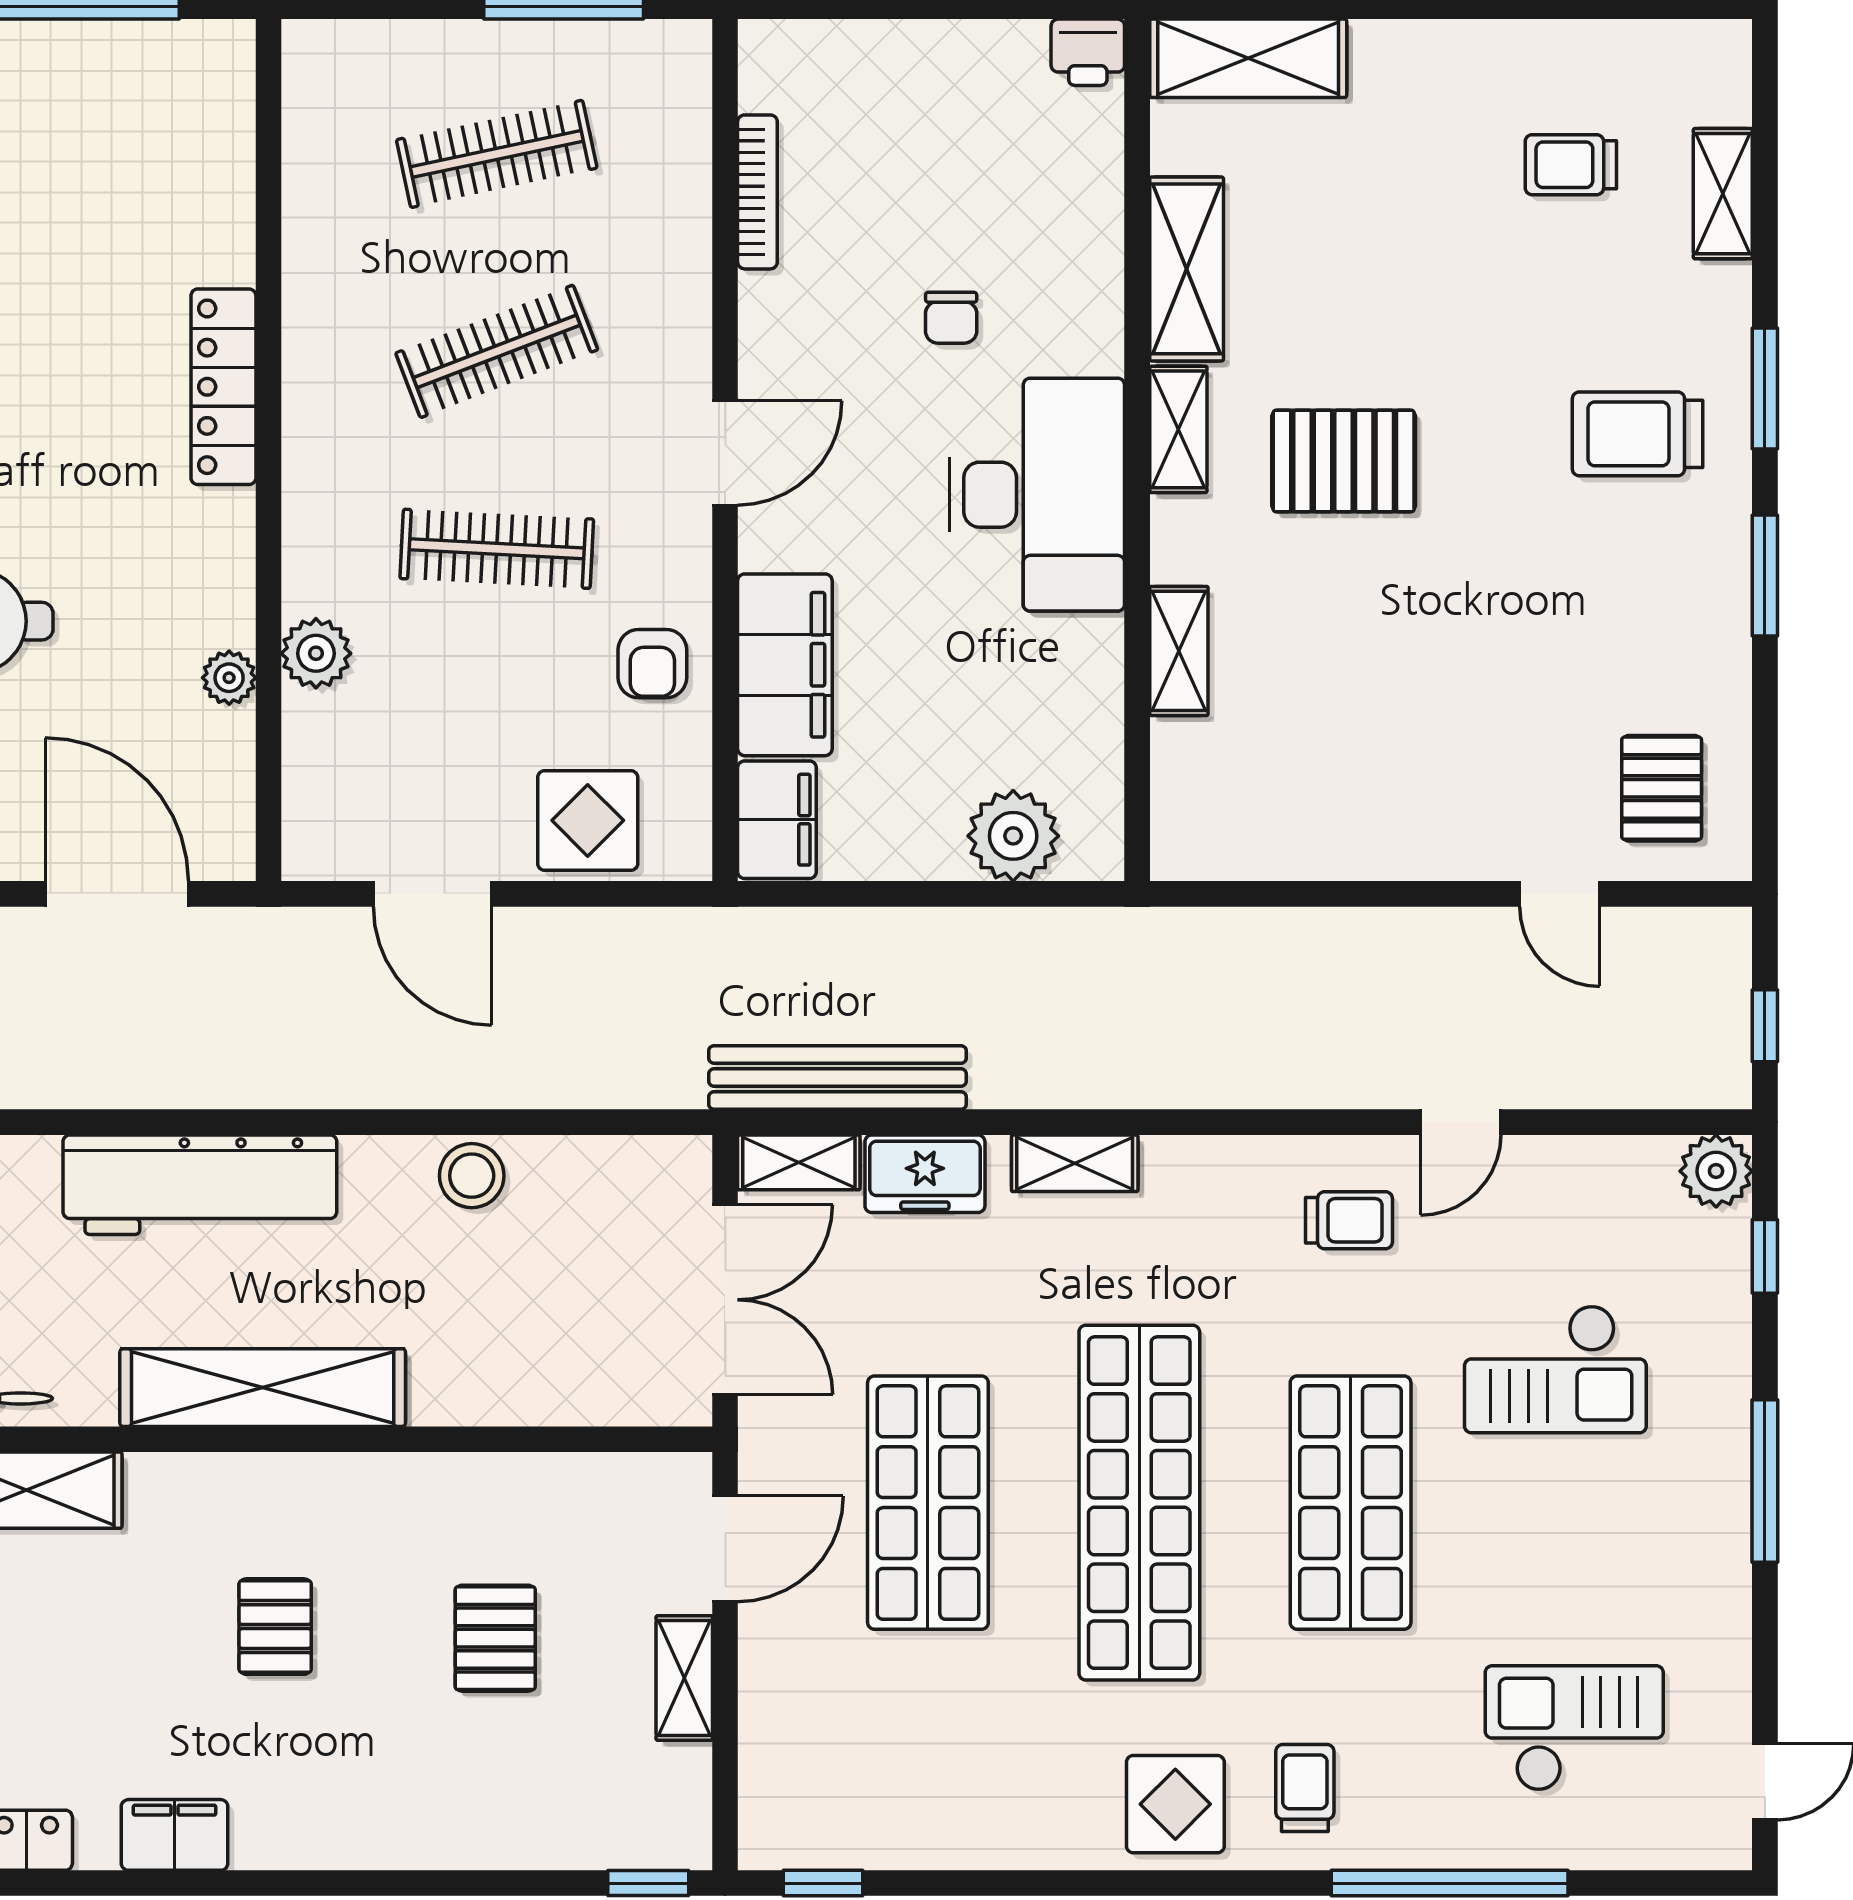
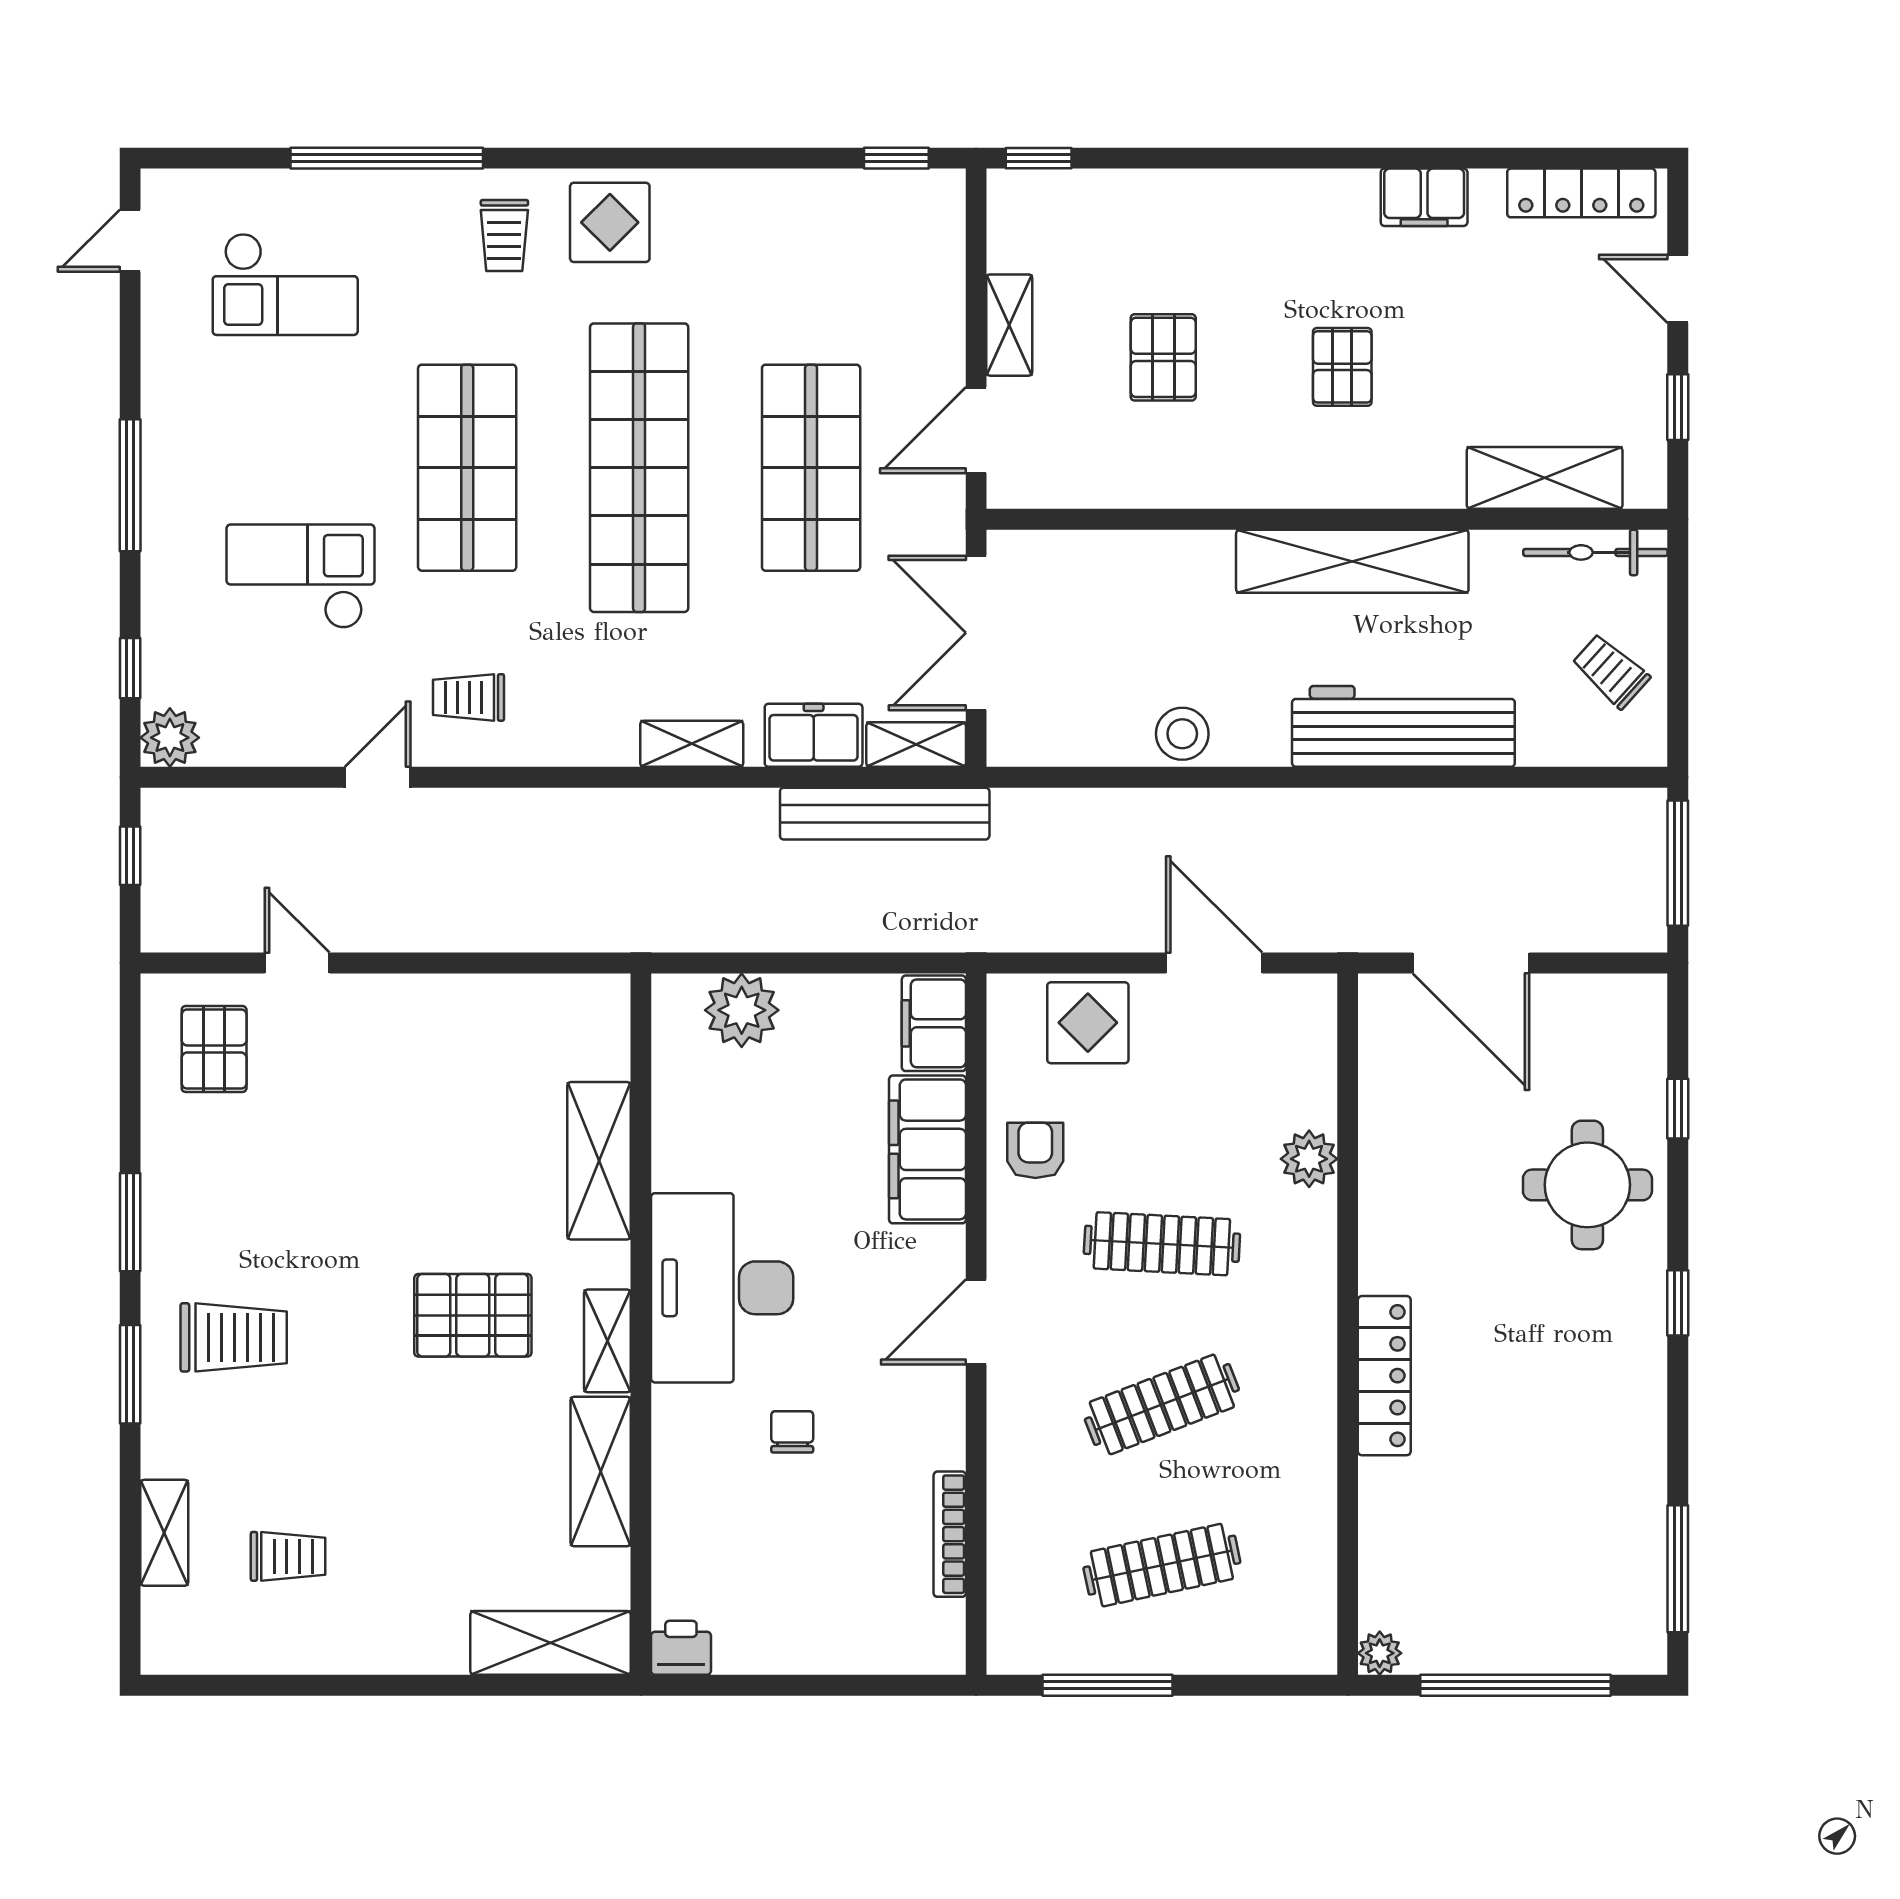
shelving: (1179, 651) -> (599, 1161), width x1.50, depth x1.33
plant: (229, 678) -> (1380, 1653), moved

